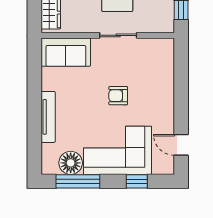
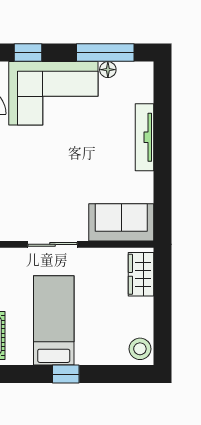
armchair: (118, 96) -> (52, 165), removed
floor lamp: (71, 163) -> (108, 70), width x0.53, depth x0.53

